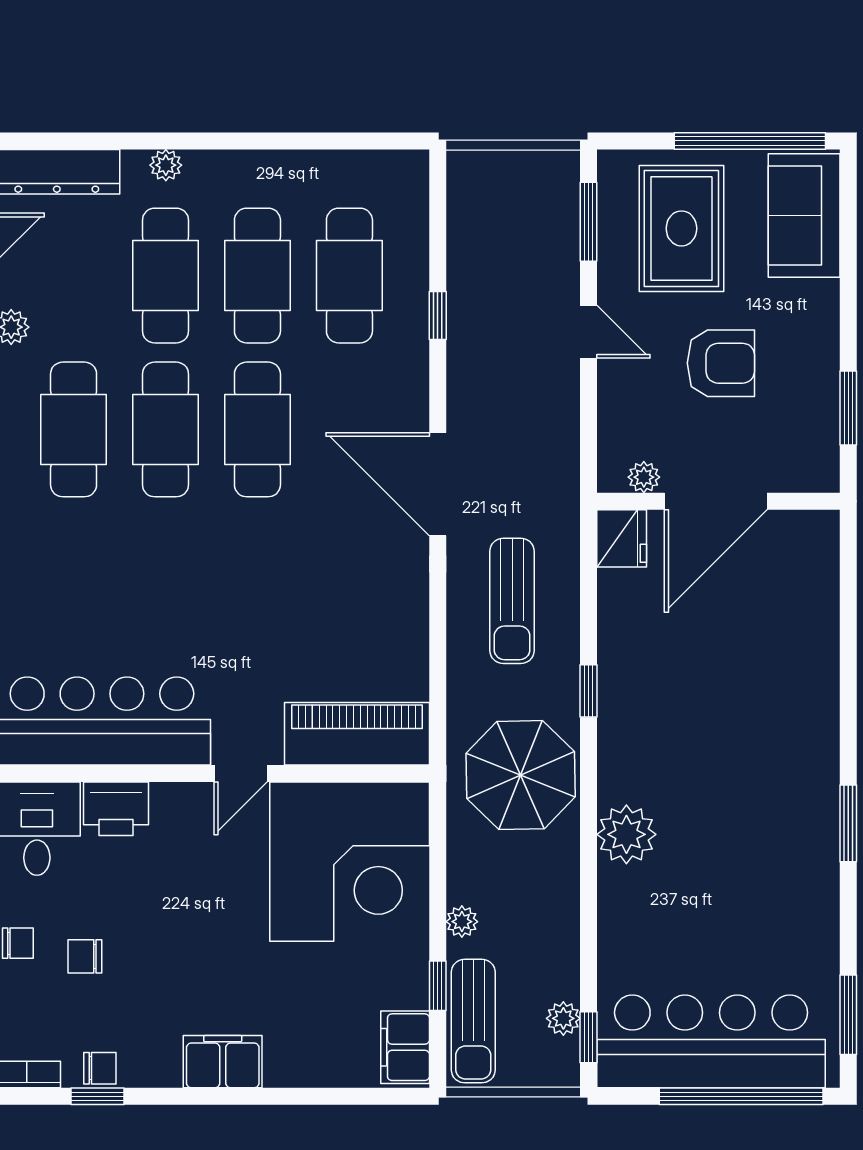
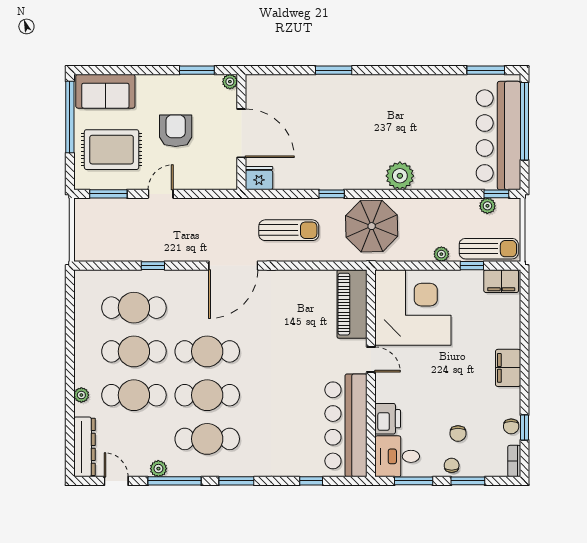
plant: (644, 477) -> (230, 82), moved
window: (848, 823) -> (334, 70), moved
chair: (100, 1068) -> (511, 426), turned 180

